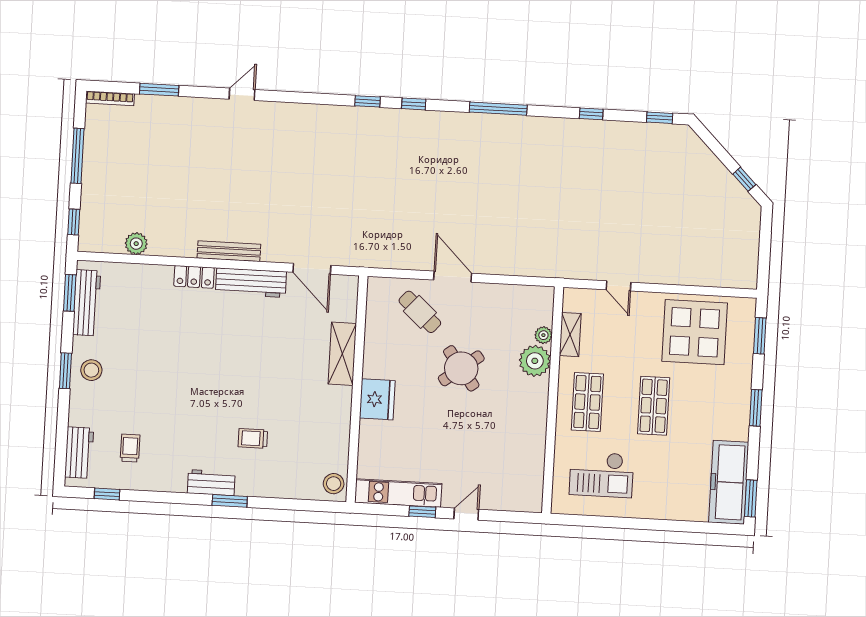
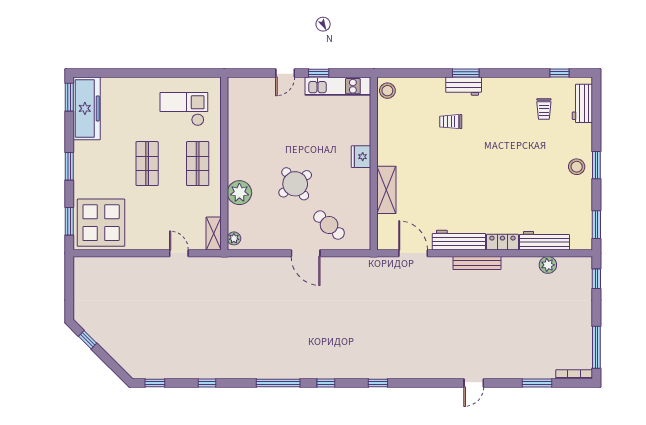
window: (414, 104) -> (326, 383), moved
window: (77, 156) -> (596, 347), moved
workbench: (87, 303) -> (544, 241), moved, turned 90
display table: (695, 332) -> (101, 223), moved
plant: (543, 335) -> (234, 238), moved
shelving: (570, 335) -> (214, 234), moved
fridge: (377, 399) -> (361, 157), width x0.73, depth x0.75
trolley: (253, 438) -> (451, 122), turned 180
workbench: (211, 483) -> (464, 86), moved

